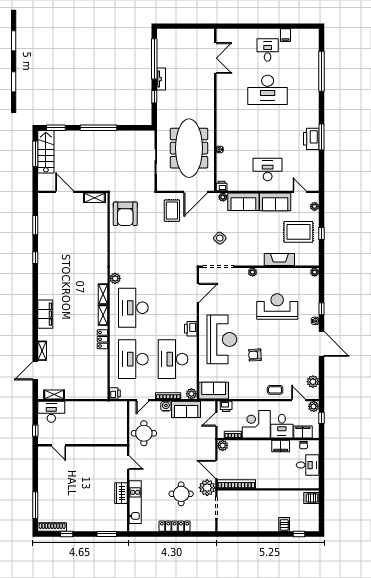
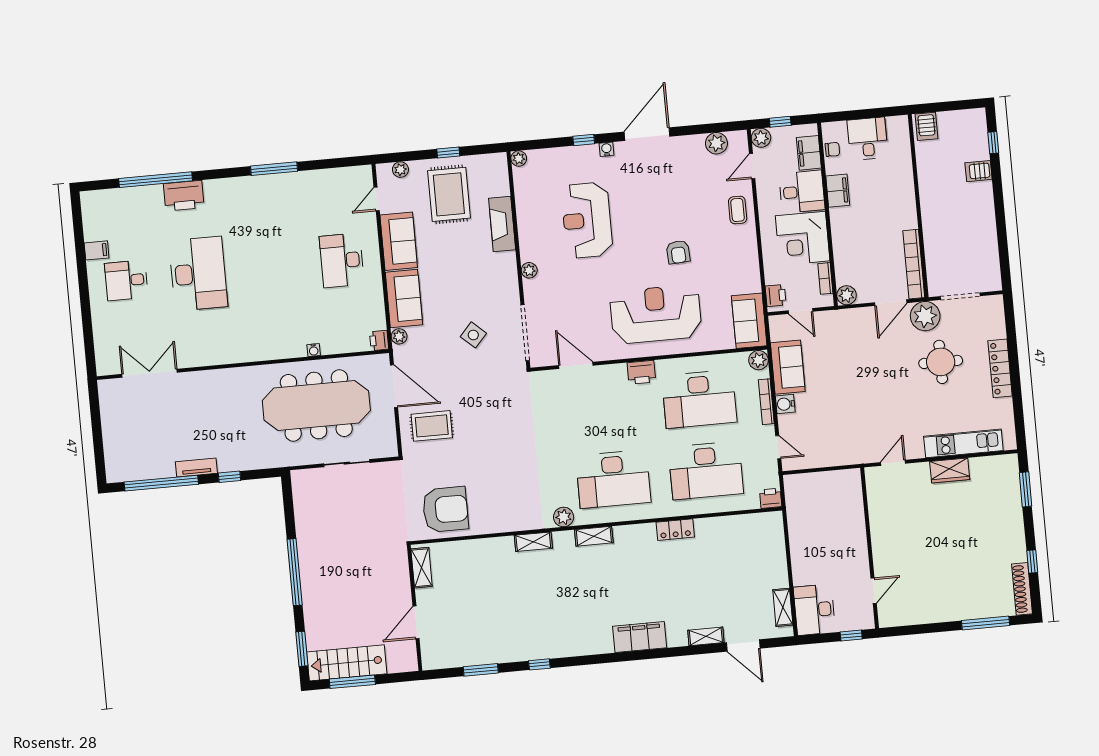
printer: (311, 139) -> (184, 196), moved
shelving: (103, 315) -> (533, 542), moved
round table: (144, 433) -> (838, 439), removed

